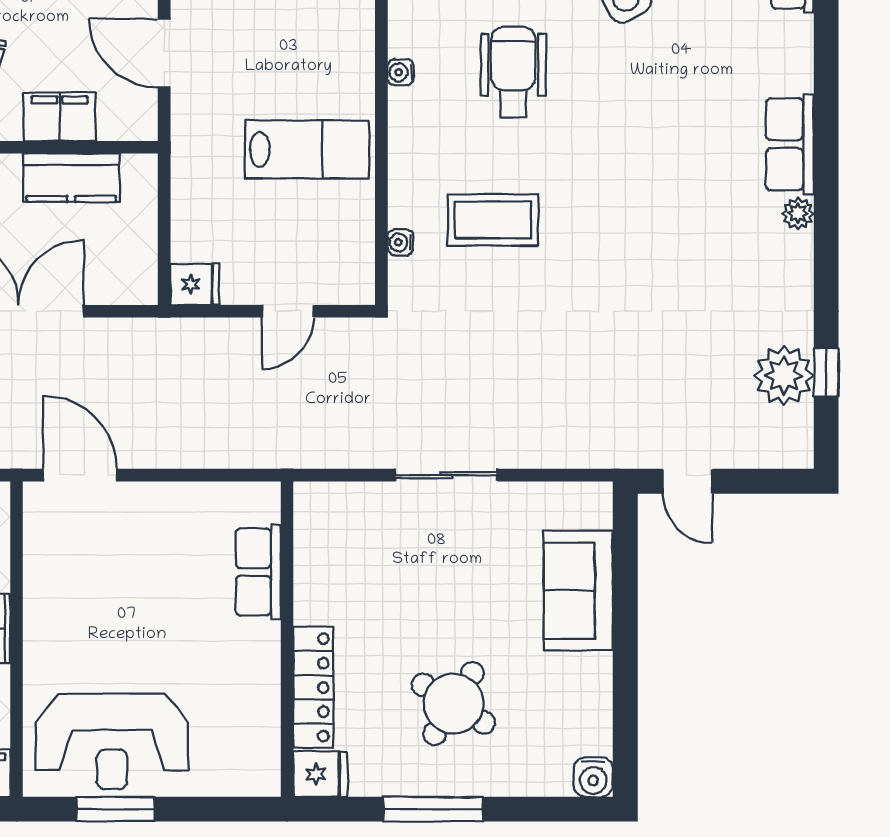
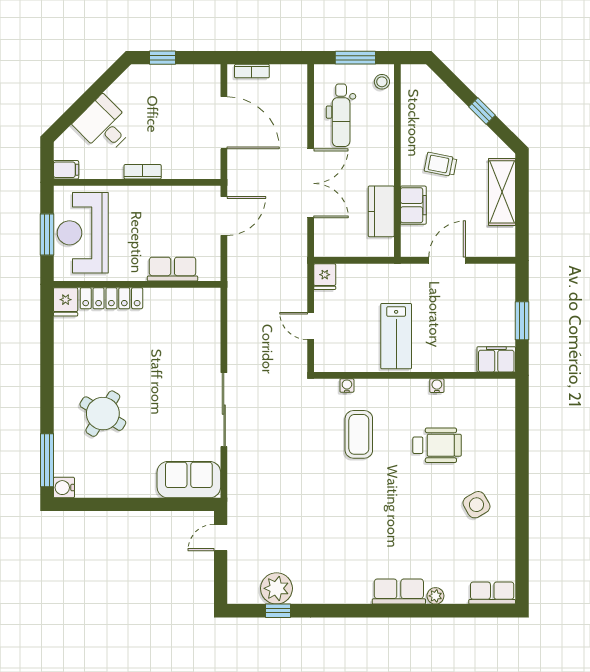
plant: (798, 213) -> (435, 596), moved
sliding door: (446, 475) -> (224, 410), width x1.37
row of seats: (258, 572) -> (173, 269), moved
sofa: (578, 590) -> (189, 480), moved
wall: (287, 639) -> (137, 284), moved
locker: (313, 687) -> (111, 298), moved
fridge: (320, 774) -> (66, 302), moved
window: (433, 809) -> (47, 460), moved

